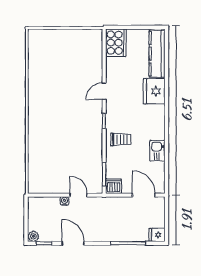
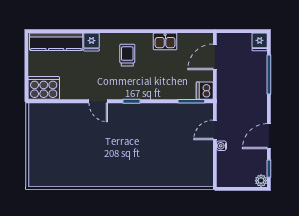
fridge: (154, 91) -> (91, 42), width x0.53, depth x0.75
trolley: (121, 139) -> (127, 55), moved

